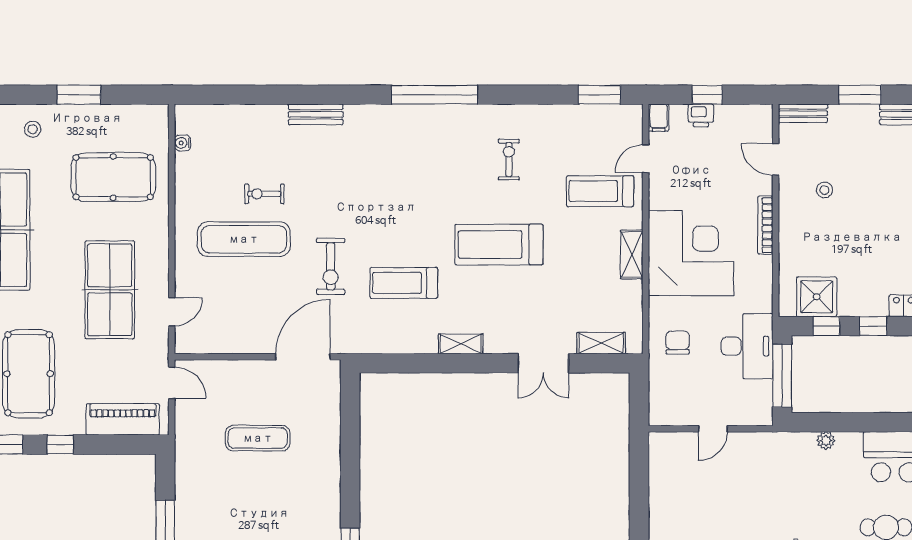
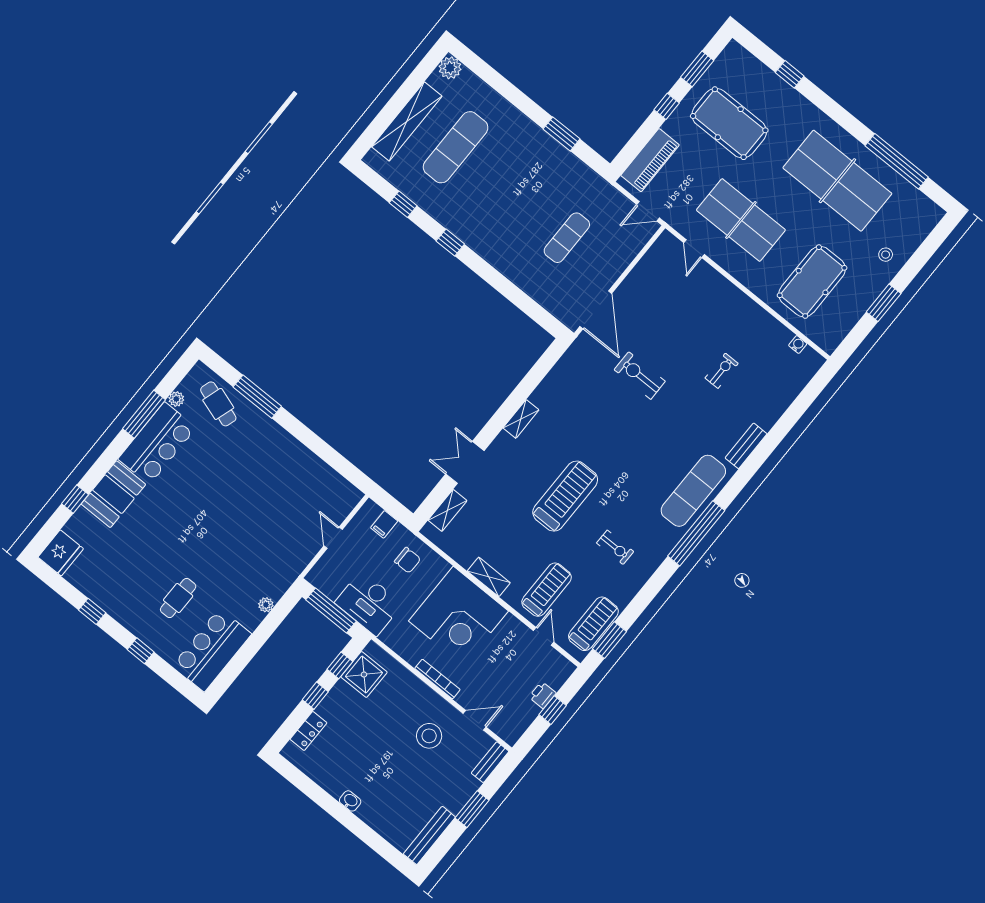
filing cabinet: (659, 118) -> (384, 524), moved, turned -90
stool: (824, 190) -> (429, 736), width x1.89, depth x1.89
exercise mat: (244, 239) -> (693, 491), moved
treadmill: (404, 283) -> (593, 624), moved

